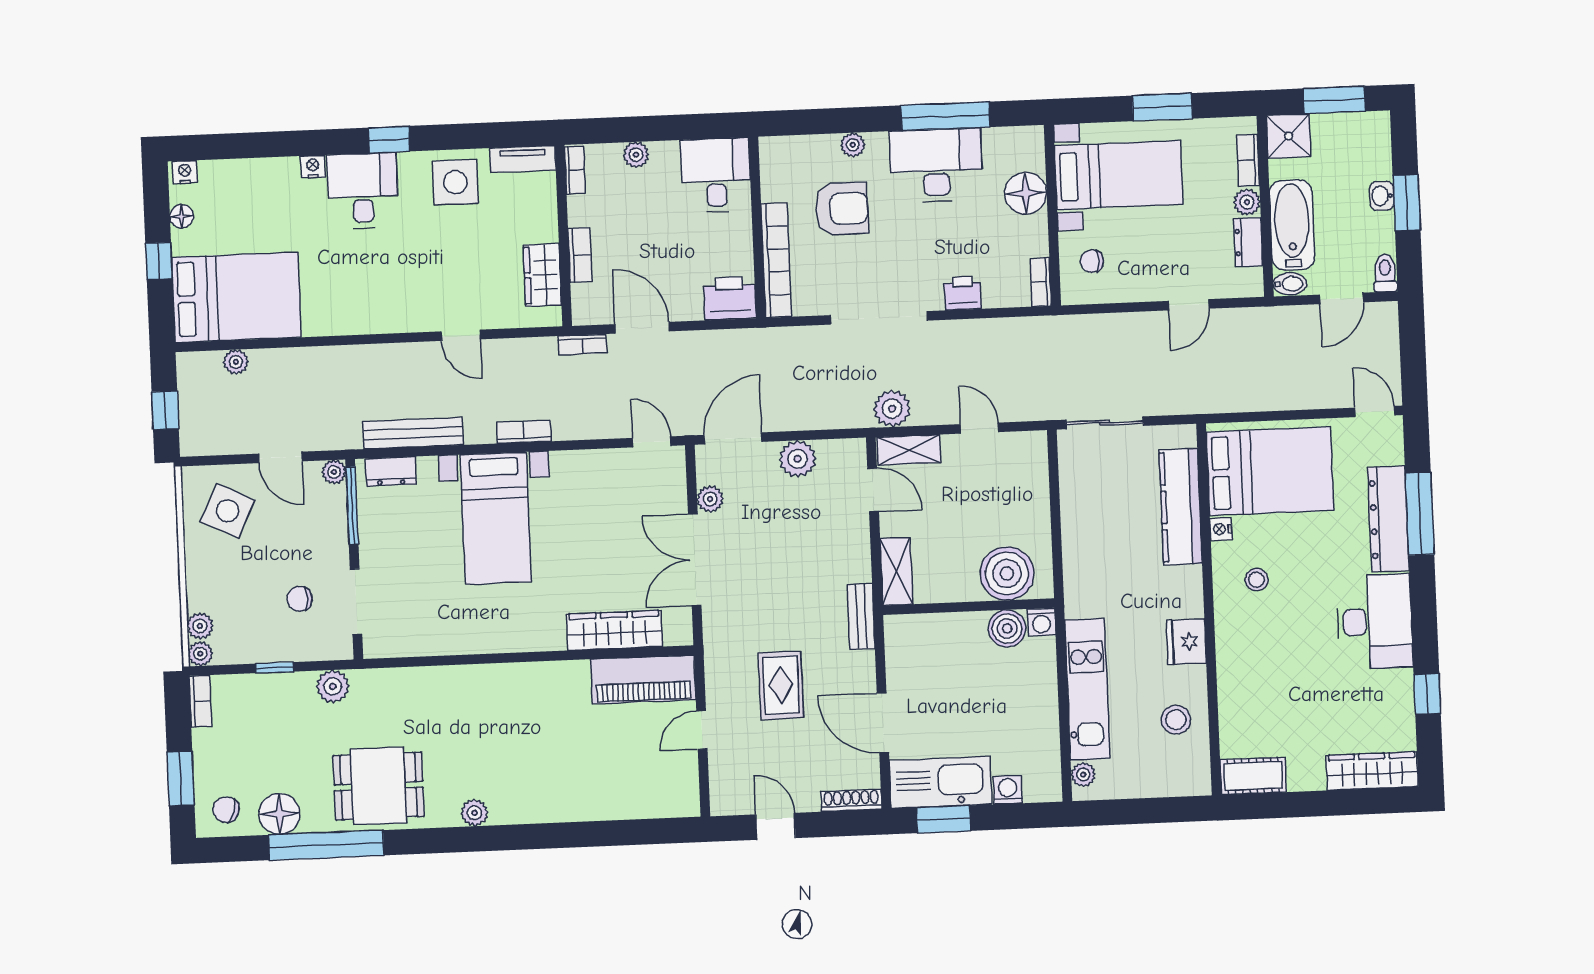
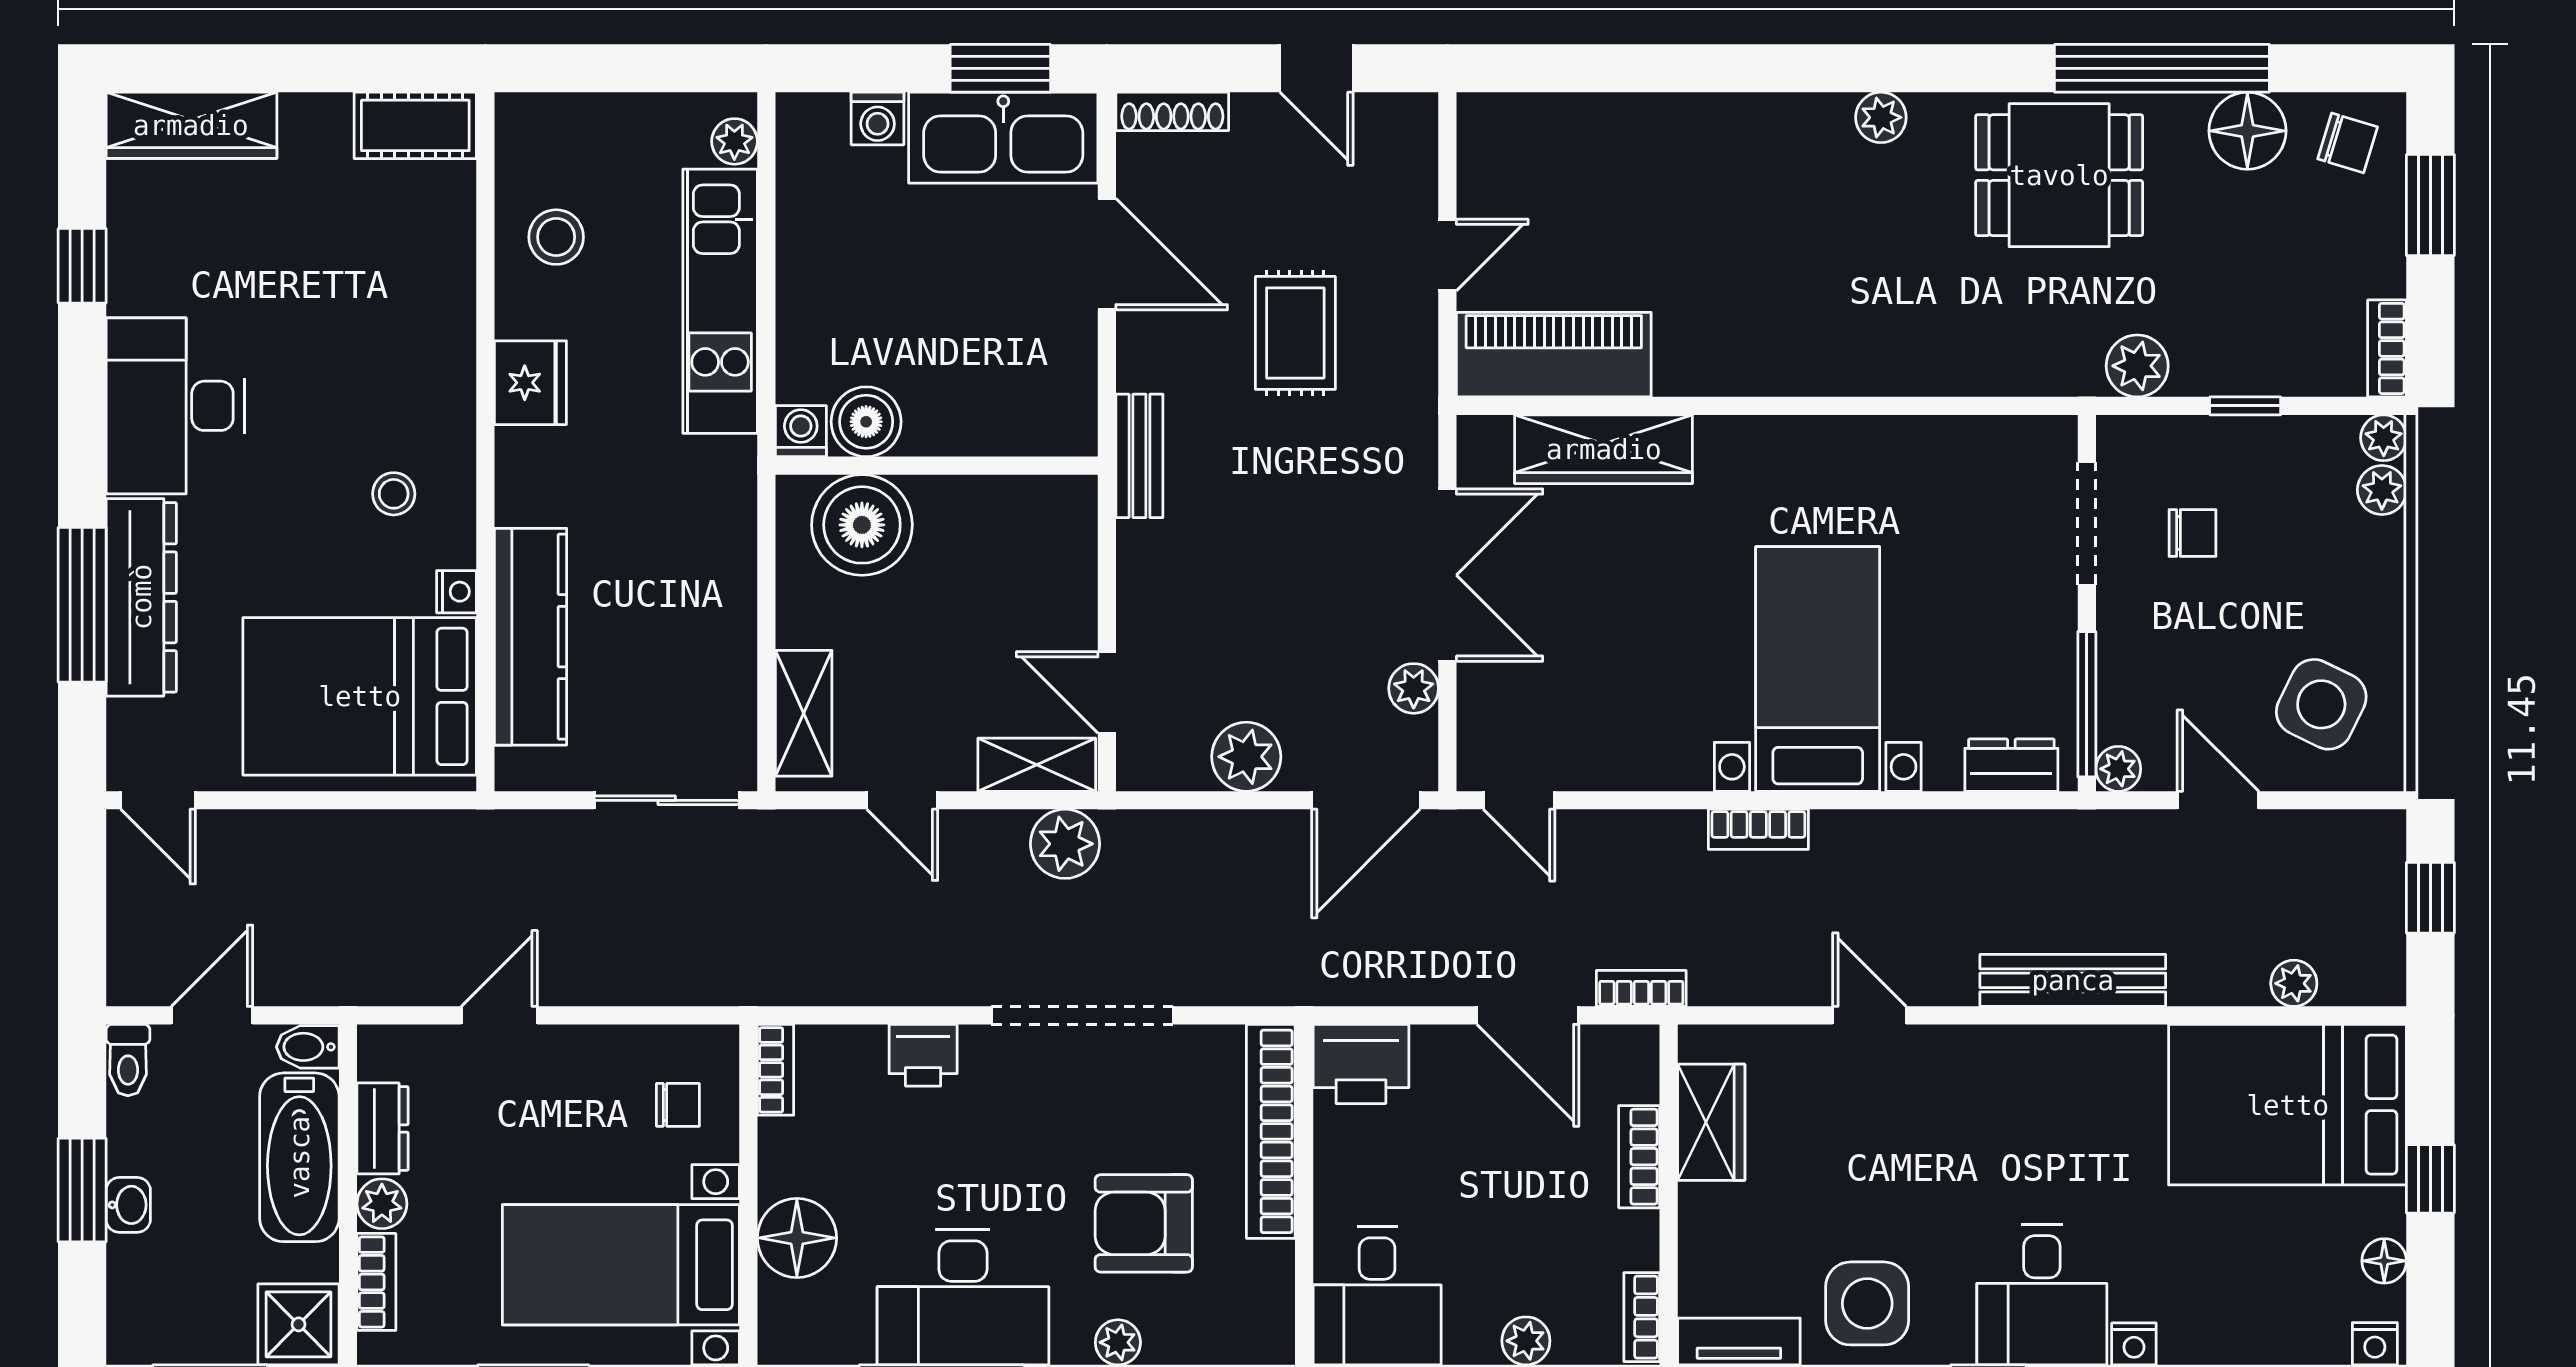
bench: (413, 433) -> (2073, 980), moved
shelving: (896, 571) -> (804, 713), moved

